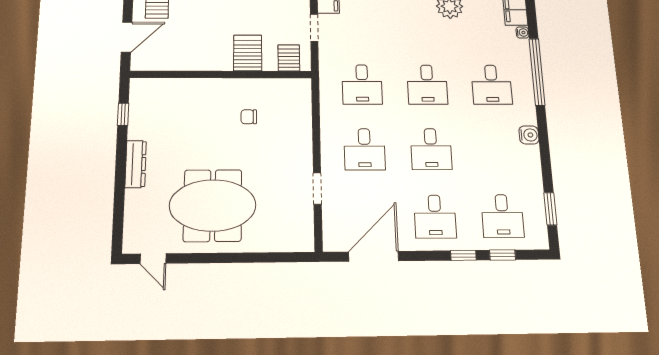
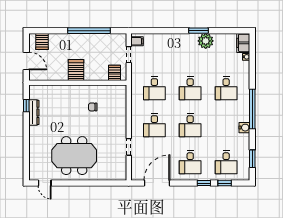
door: (127, 37) -> (26, 61), hinge flipped
server rack: (248, 53) -> (76, 70), moved
window: (537, 72) -> (252, 109), moved
water cooler: (529, 135) -> (244, 128), moved
dresser: (136, 164) -> (34, 112), moved

